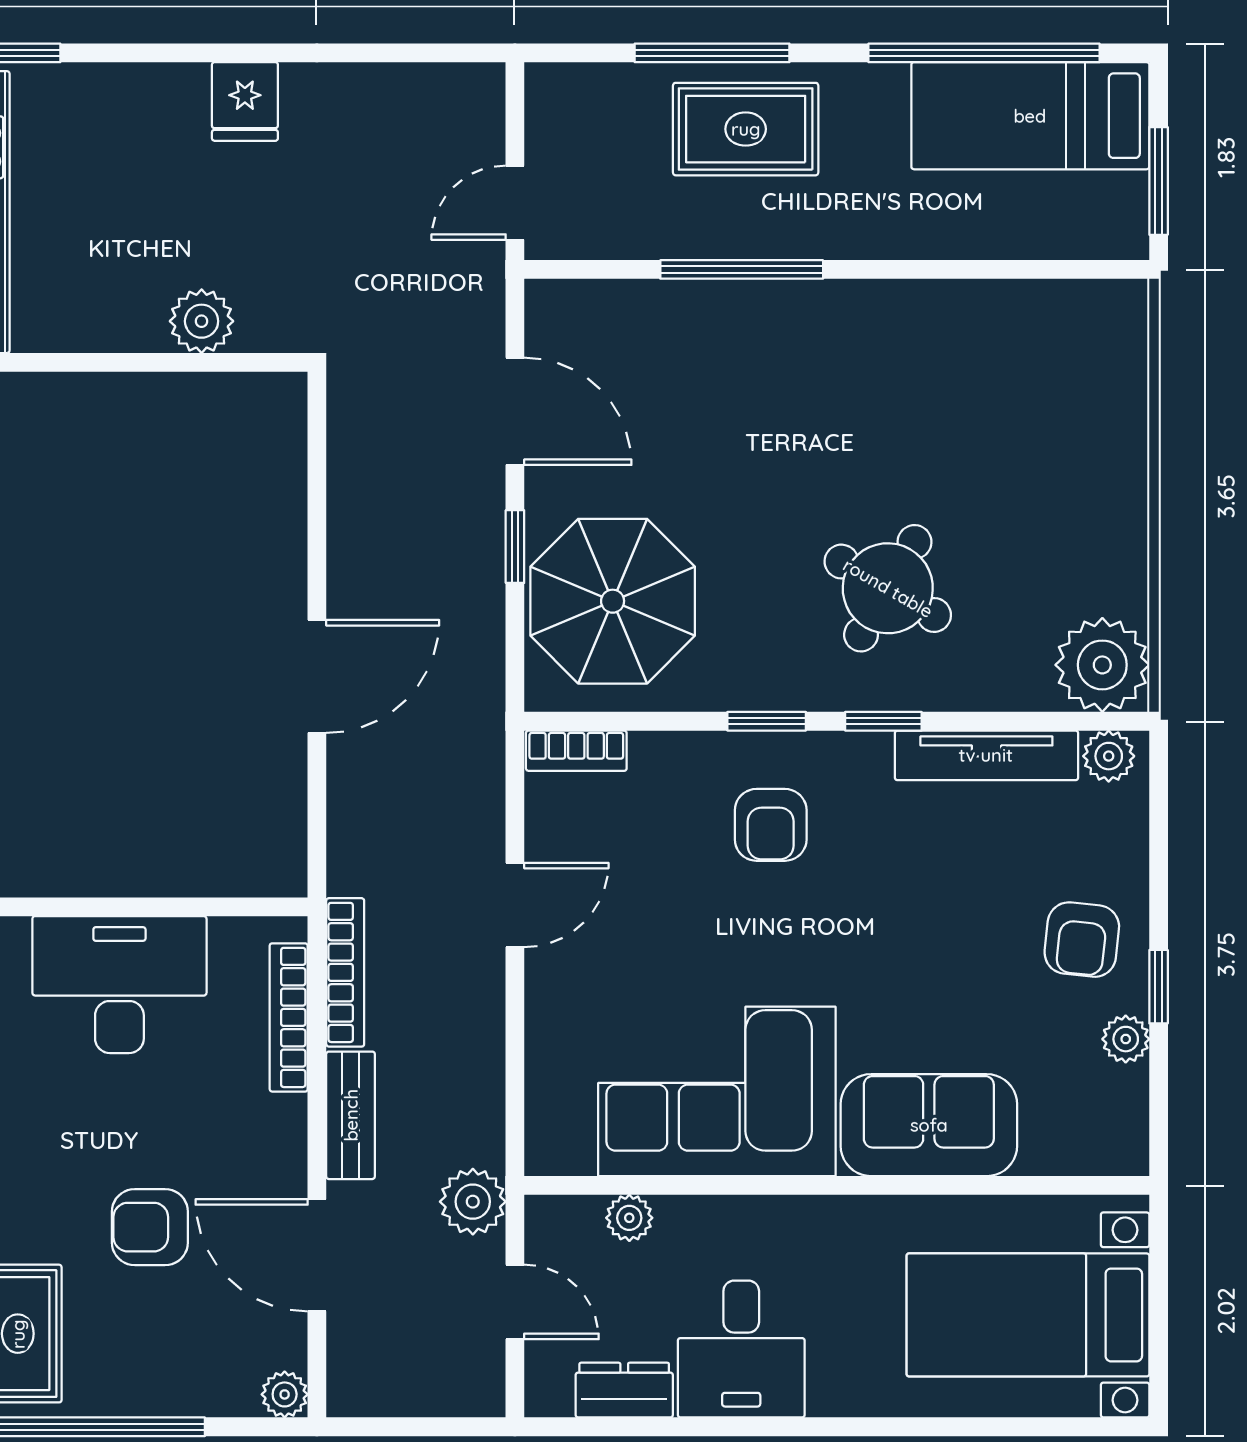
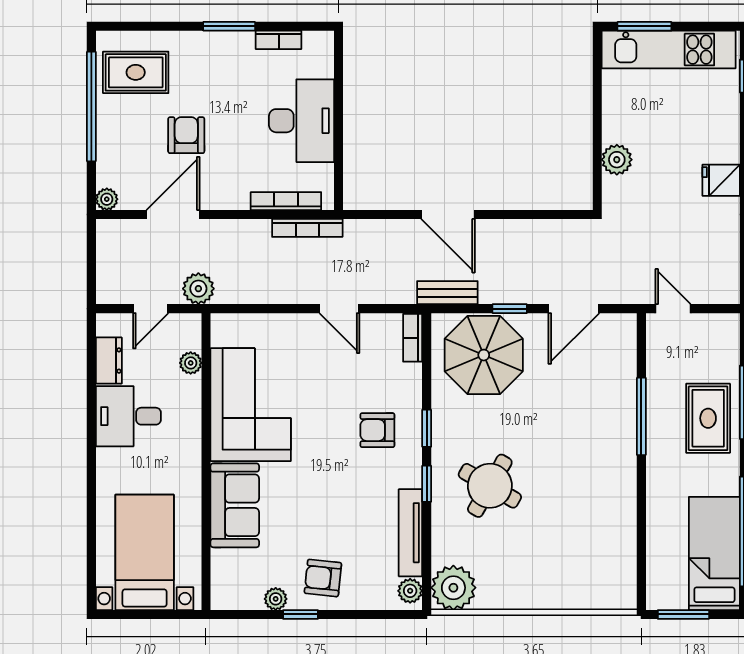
bench: (351, 1115) -> (447, 293), moved

